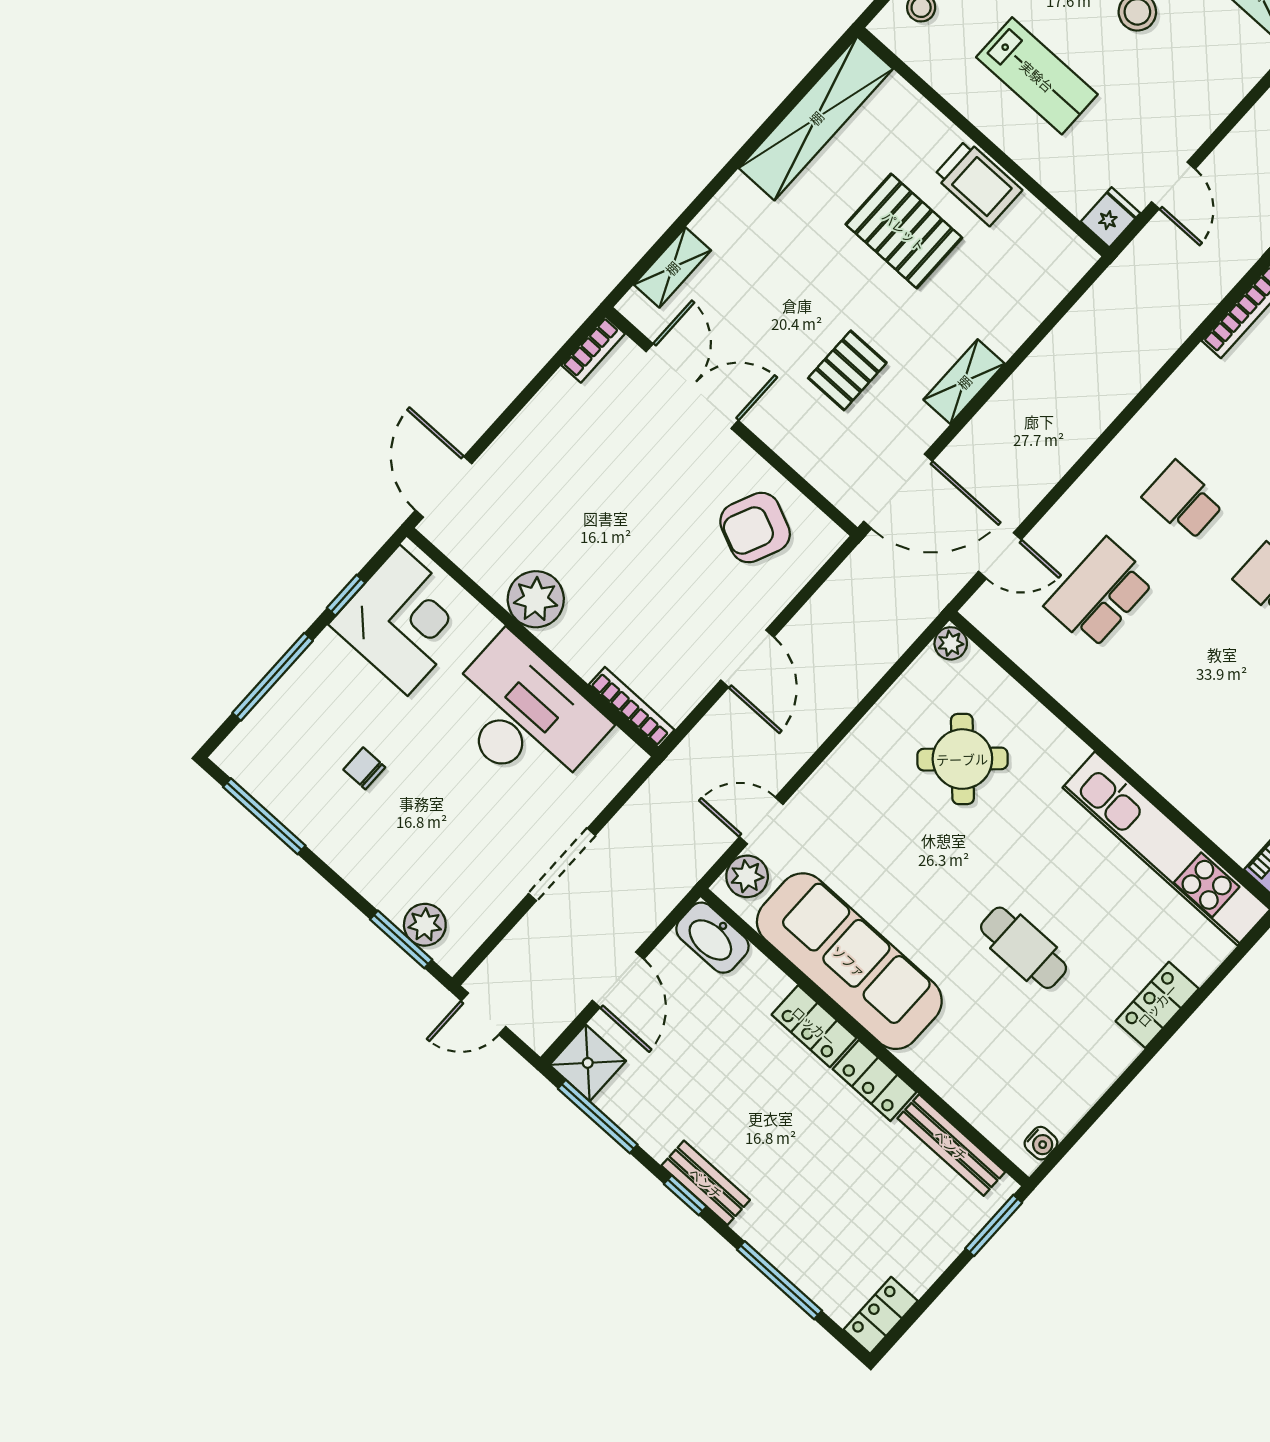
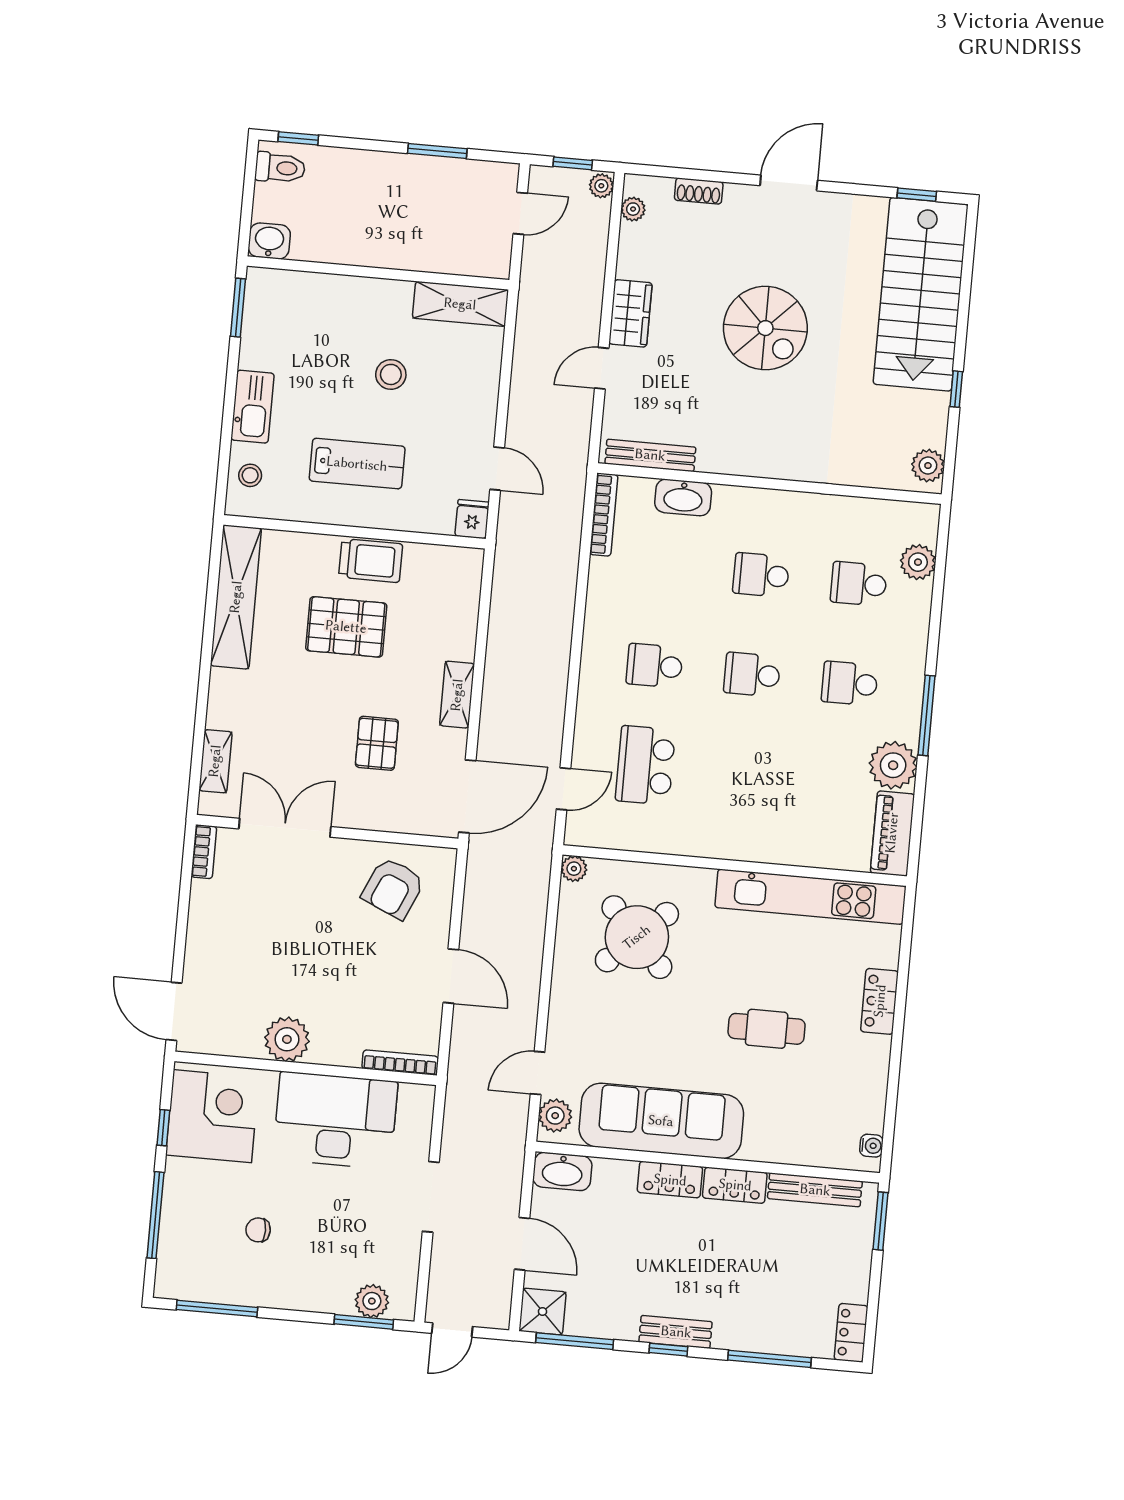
round table: (962, 759) -> (637, 937), width x1.36, depth x1.36

